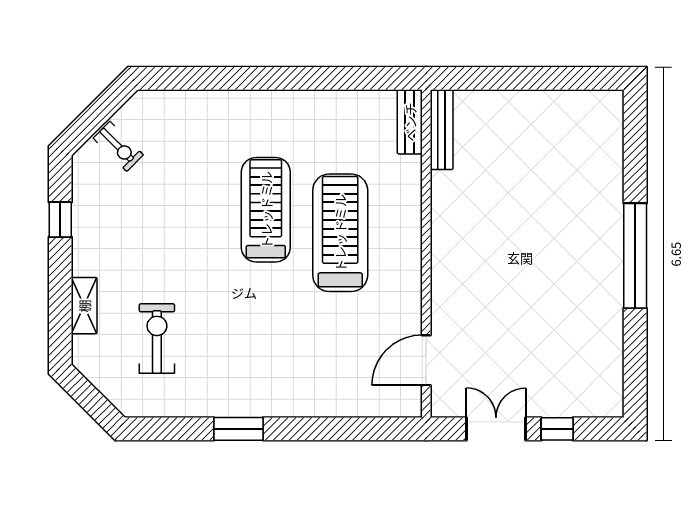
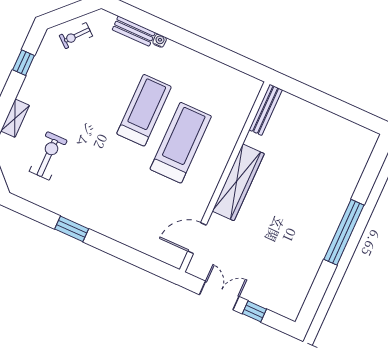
water cooler: (243, 99) -> (160, 41), added
bench: (410, 122) -> (134, 31), moved, turned 90
exercise bike: (118, 146) -> (76, 36), turned 85
wardrobe: (449, 253) -> (238, 182), added

